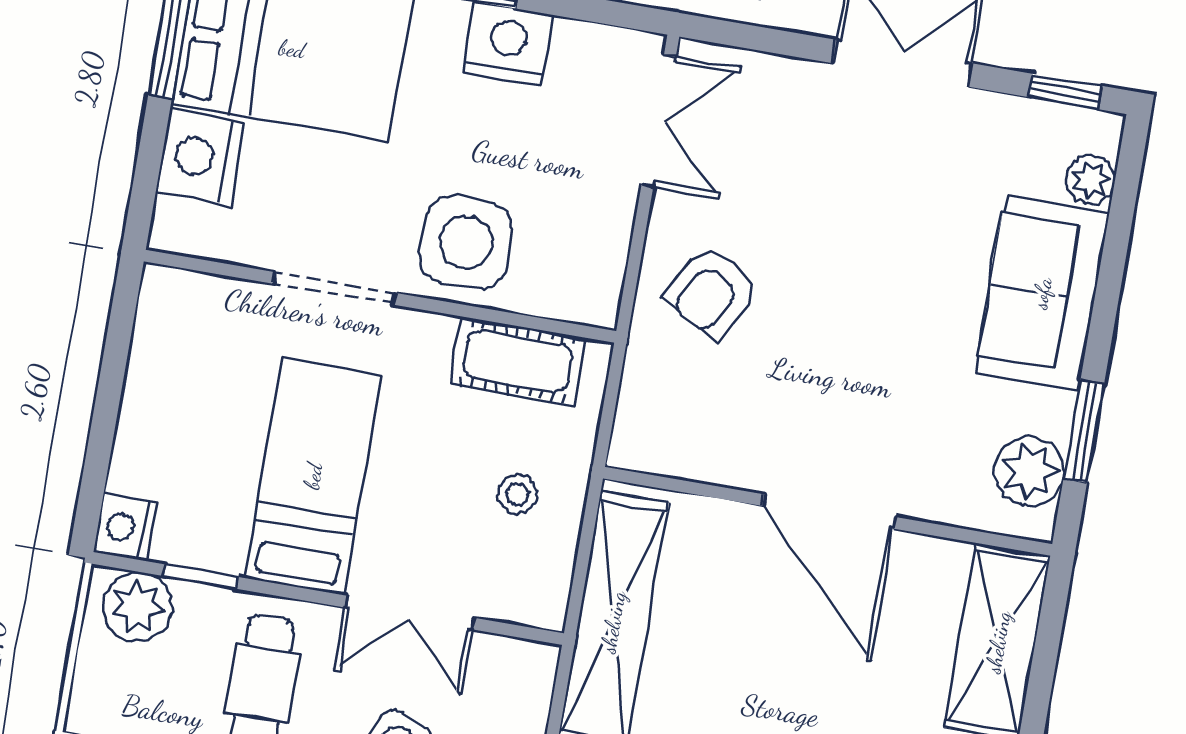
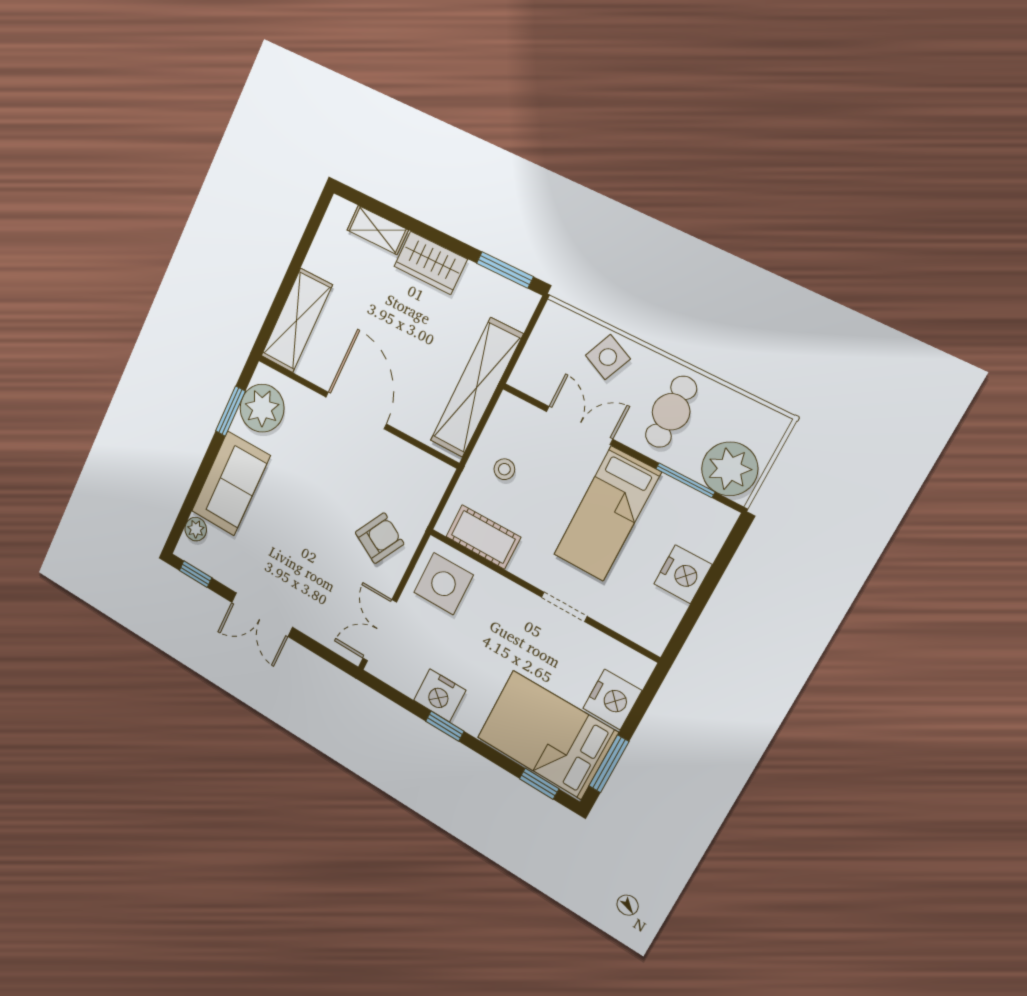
side table: (466, 243) -> (443, 584), moved
doorway: (335, 288) -> (564, 607), width x0.73
plant: (1030, 472) -> (262, 408), width x1.36, depth x1.36
nightstand: (125, 528) -> (683, 574), moved, width x1.36, depth x1.33
window: (201, 577) -> (685, 480), width x1.50
plant: (138, 607) -> (730, 469), width x1.36, depth x1.36

